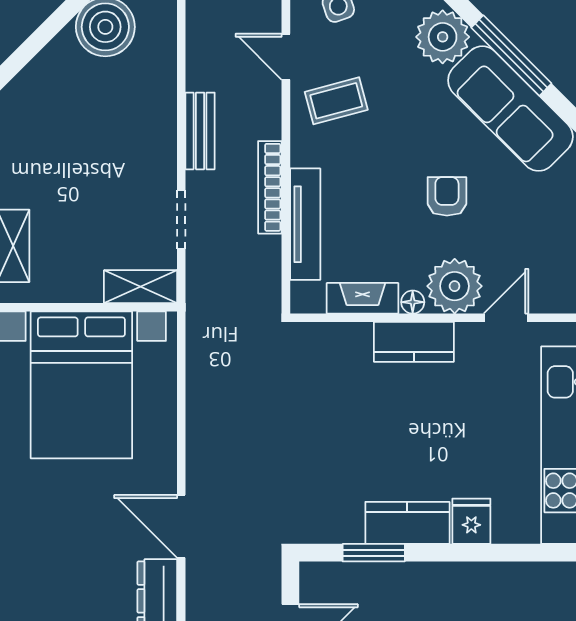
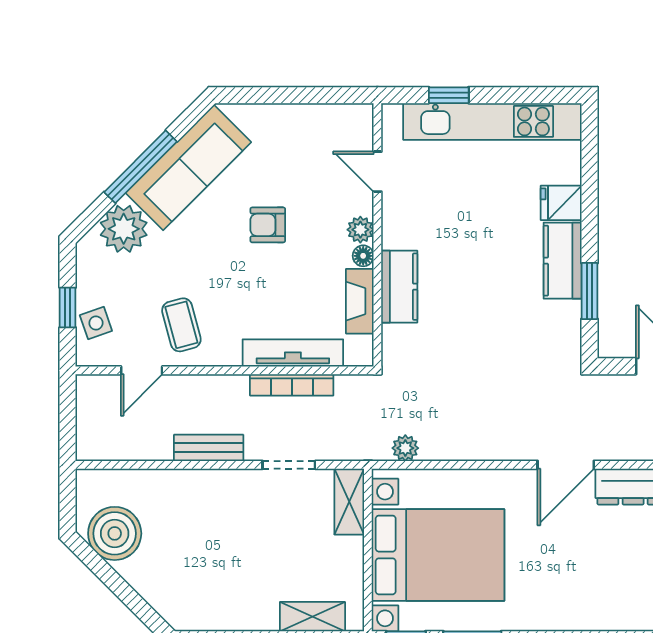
bookcase: (270, 187) -> (292, 385), moved
plant: (455, 286) -> (360, 230), width x0.53, depth x0.53
kitchen counter: (414, 342) -> (399, 287), moved
plant: (200, 349) -> (405, 448), added

